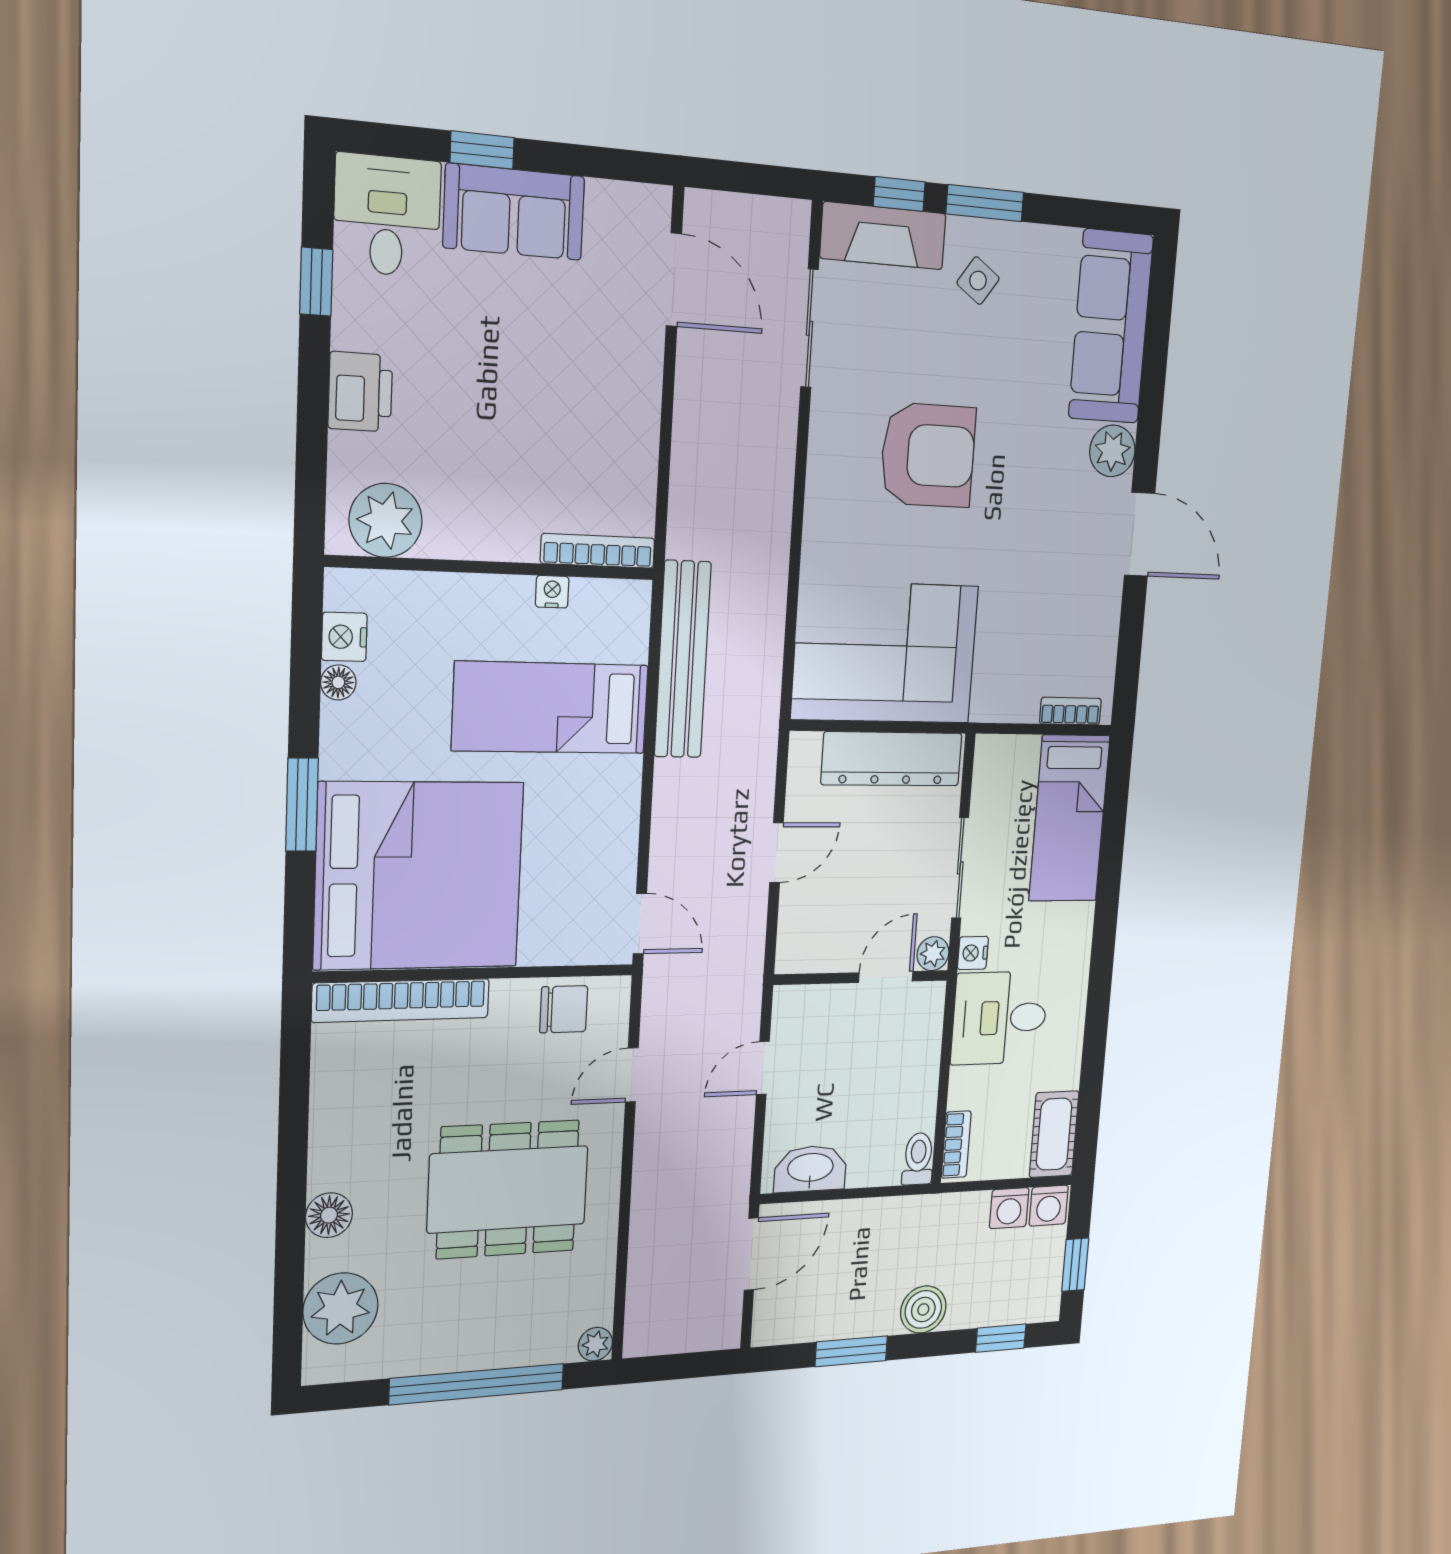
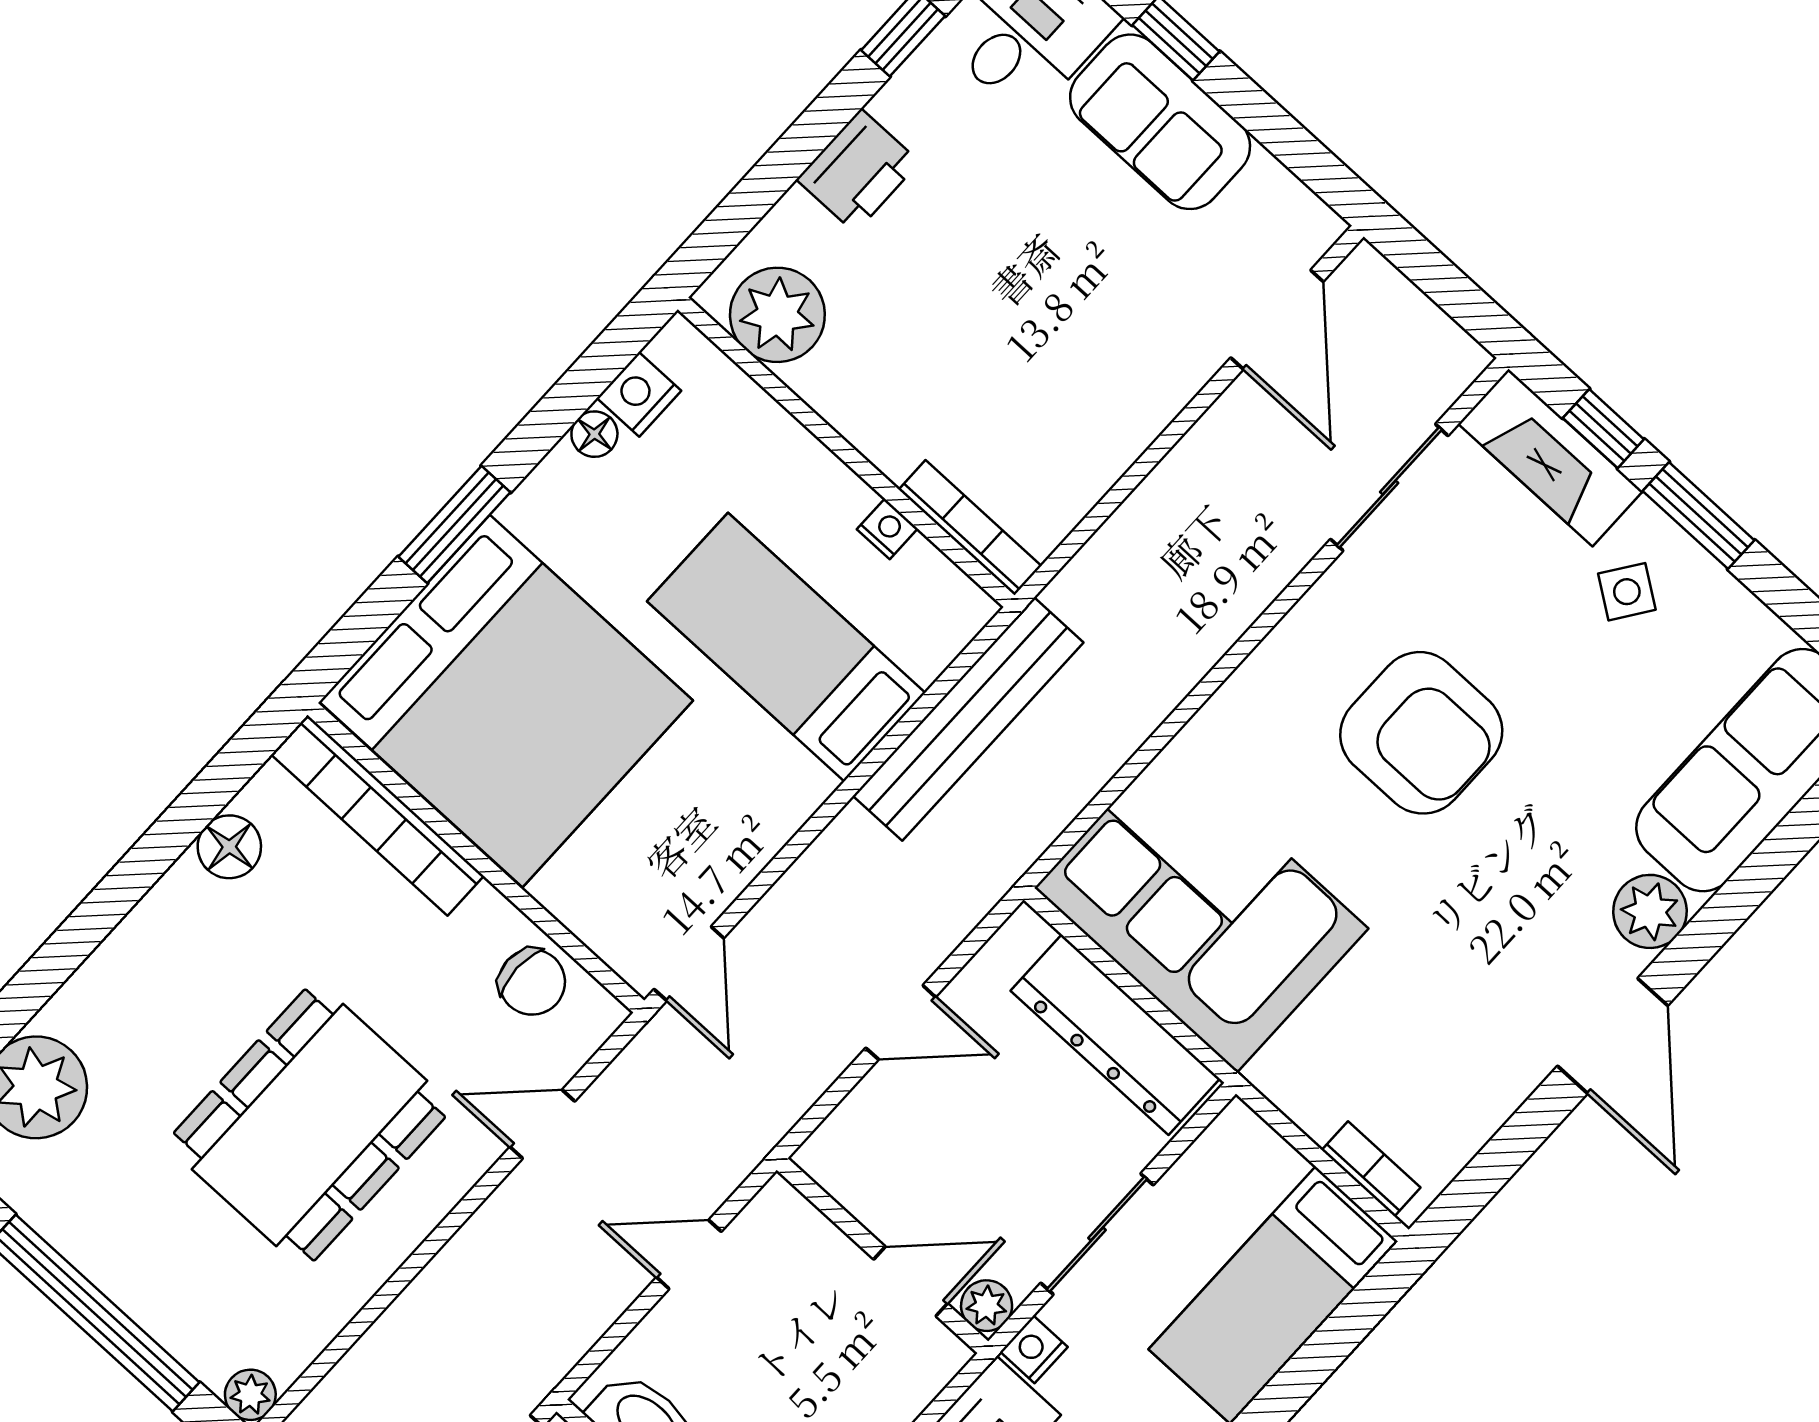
dining table: (508, 1189) -> (310, 1125), turned 90
floor lamp: (329, 1215) -> (229, 847), moved

